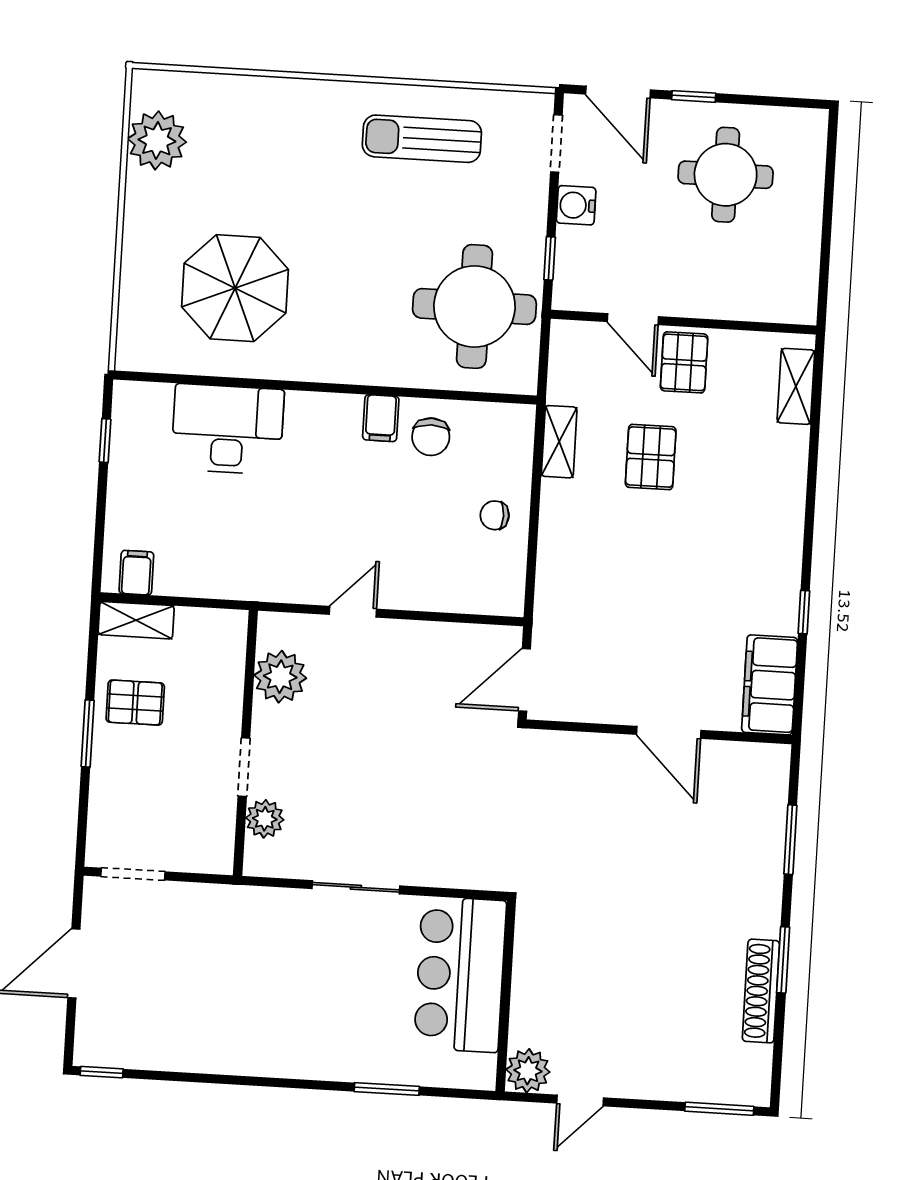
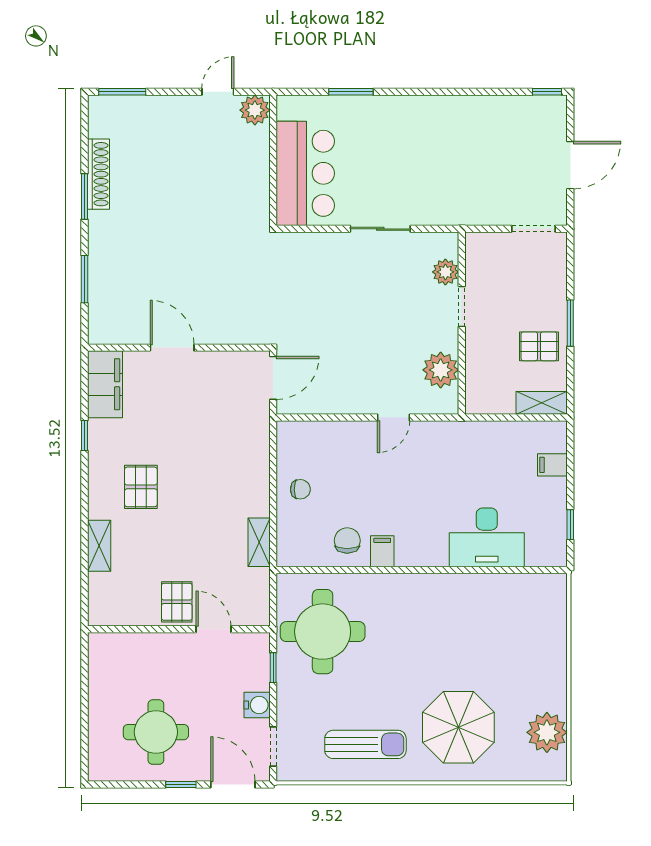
parasol: (235, 288) -> (458, 727), moved
shelving: (796, 386) -> (99, 546), moved
pallet: (651, 457) -> (141, 487), moved
filing cabinet: (136, 573) -> (552, 465), moved, turned 90

